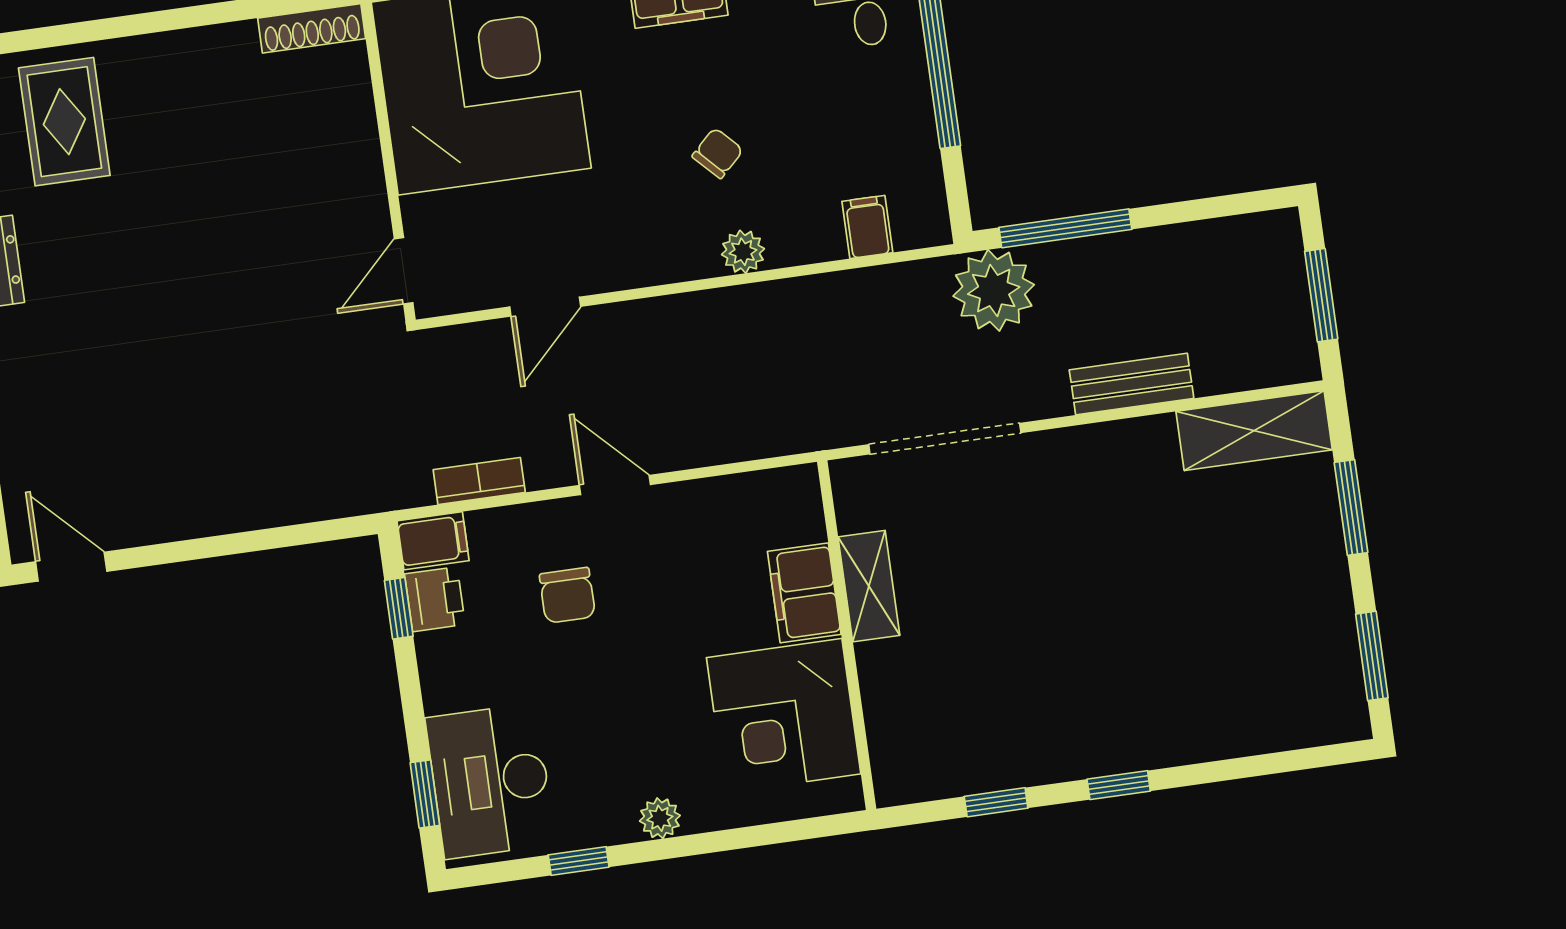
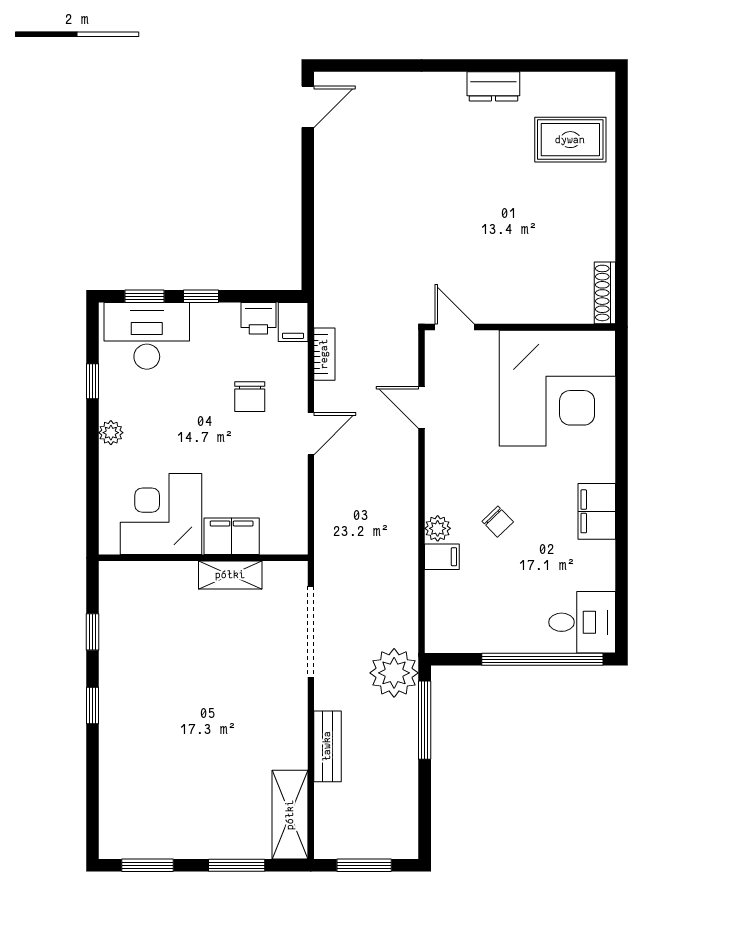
filing cabinet: (867, 227) -> (442, 557), moved
chair: (567, 595) -> (250, 397), turned -90
window: (399, 608) -> (201, 296), moved

